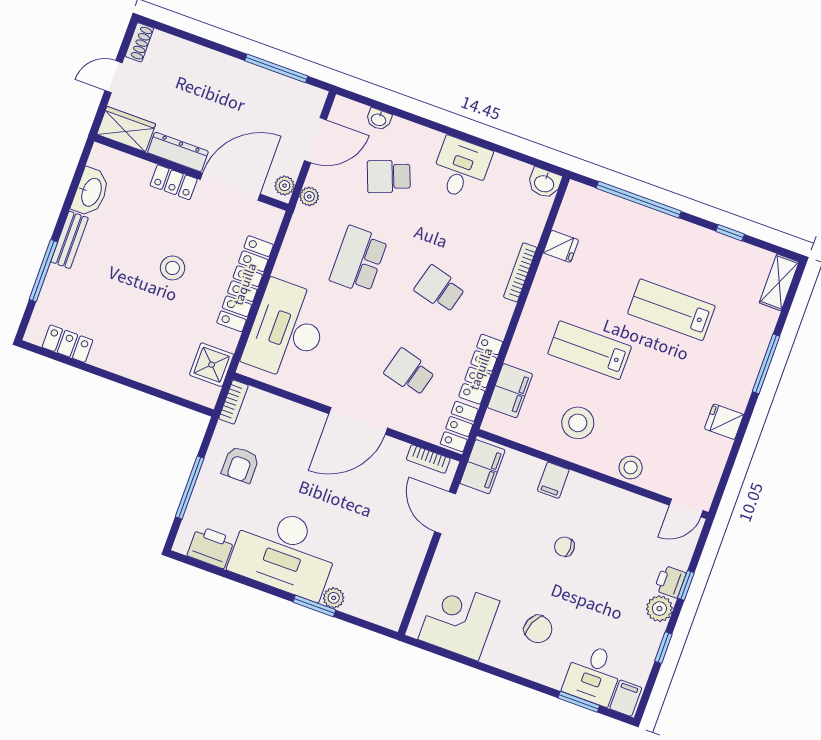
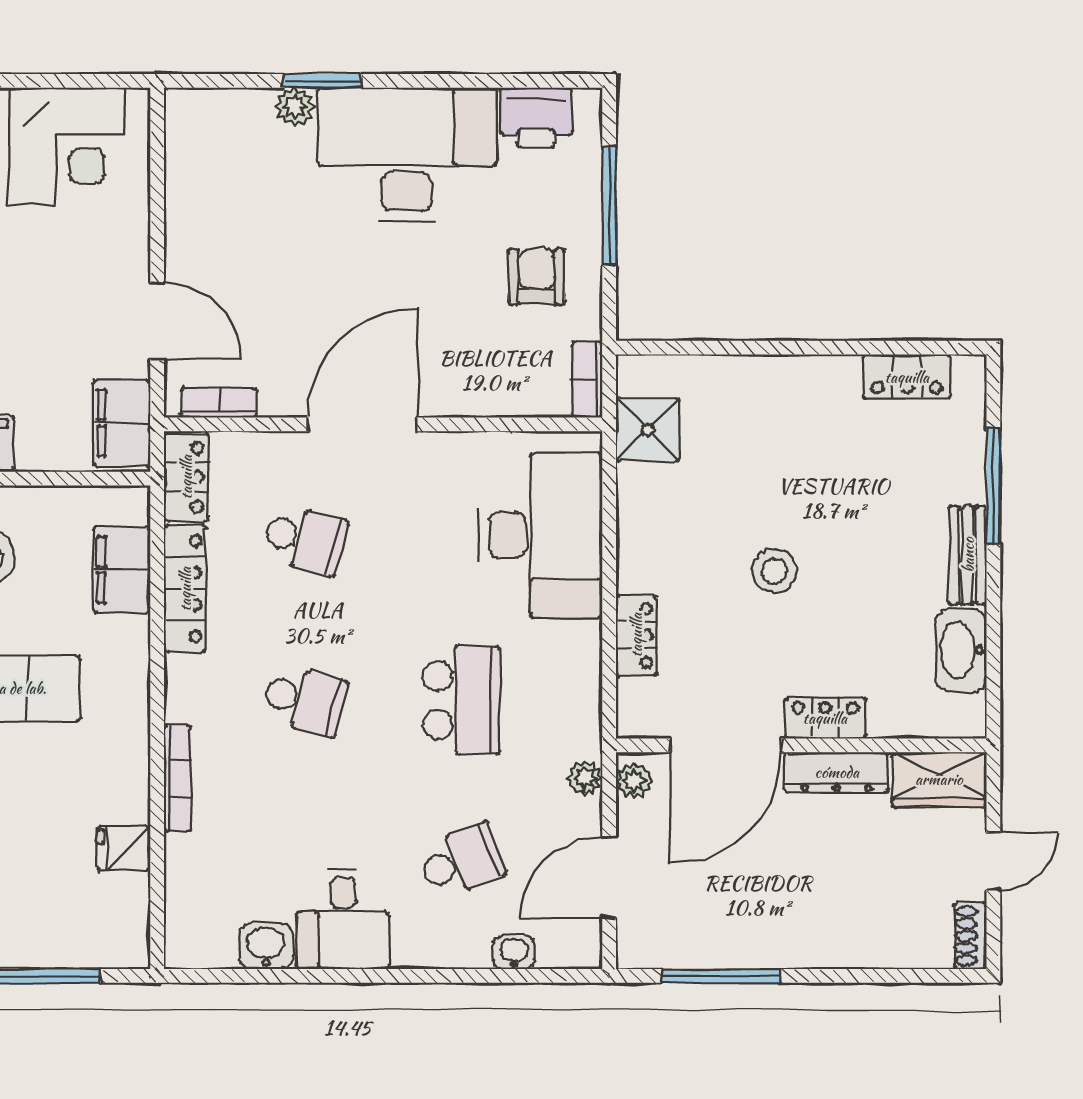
washbasin: (544, 183) -> (266, 946), moved
locker: (245, 284) -> (636, 635), width x0.46, depth x0.83

